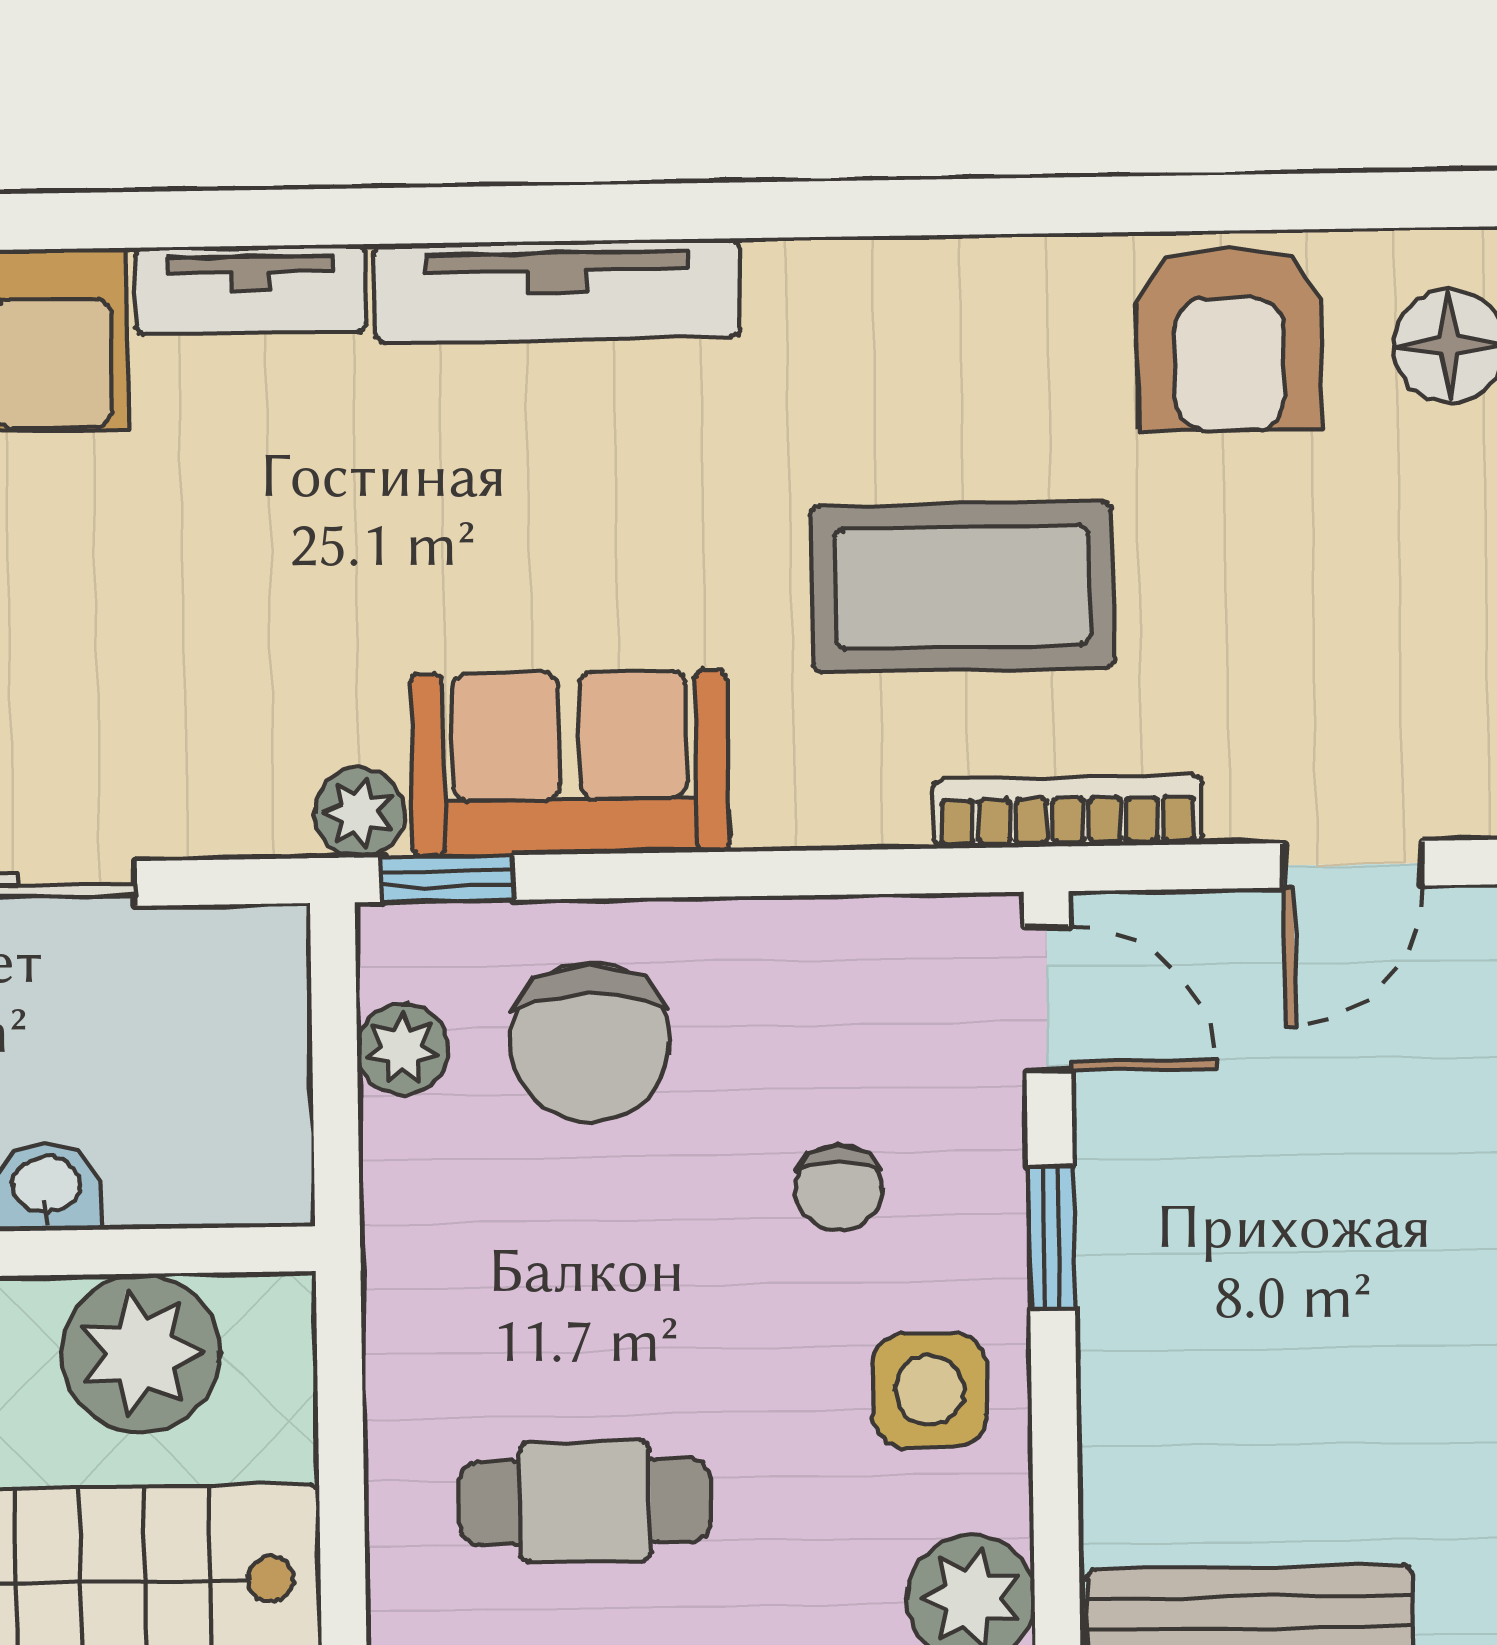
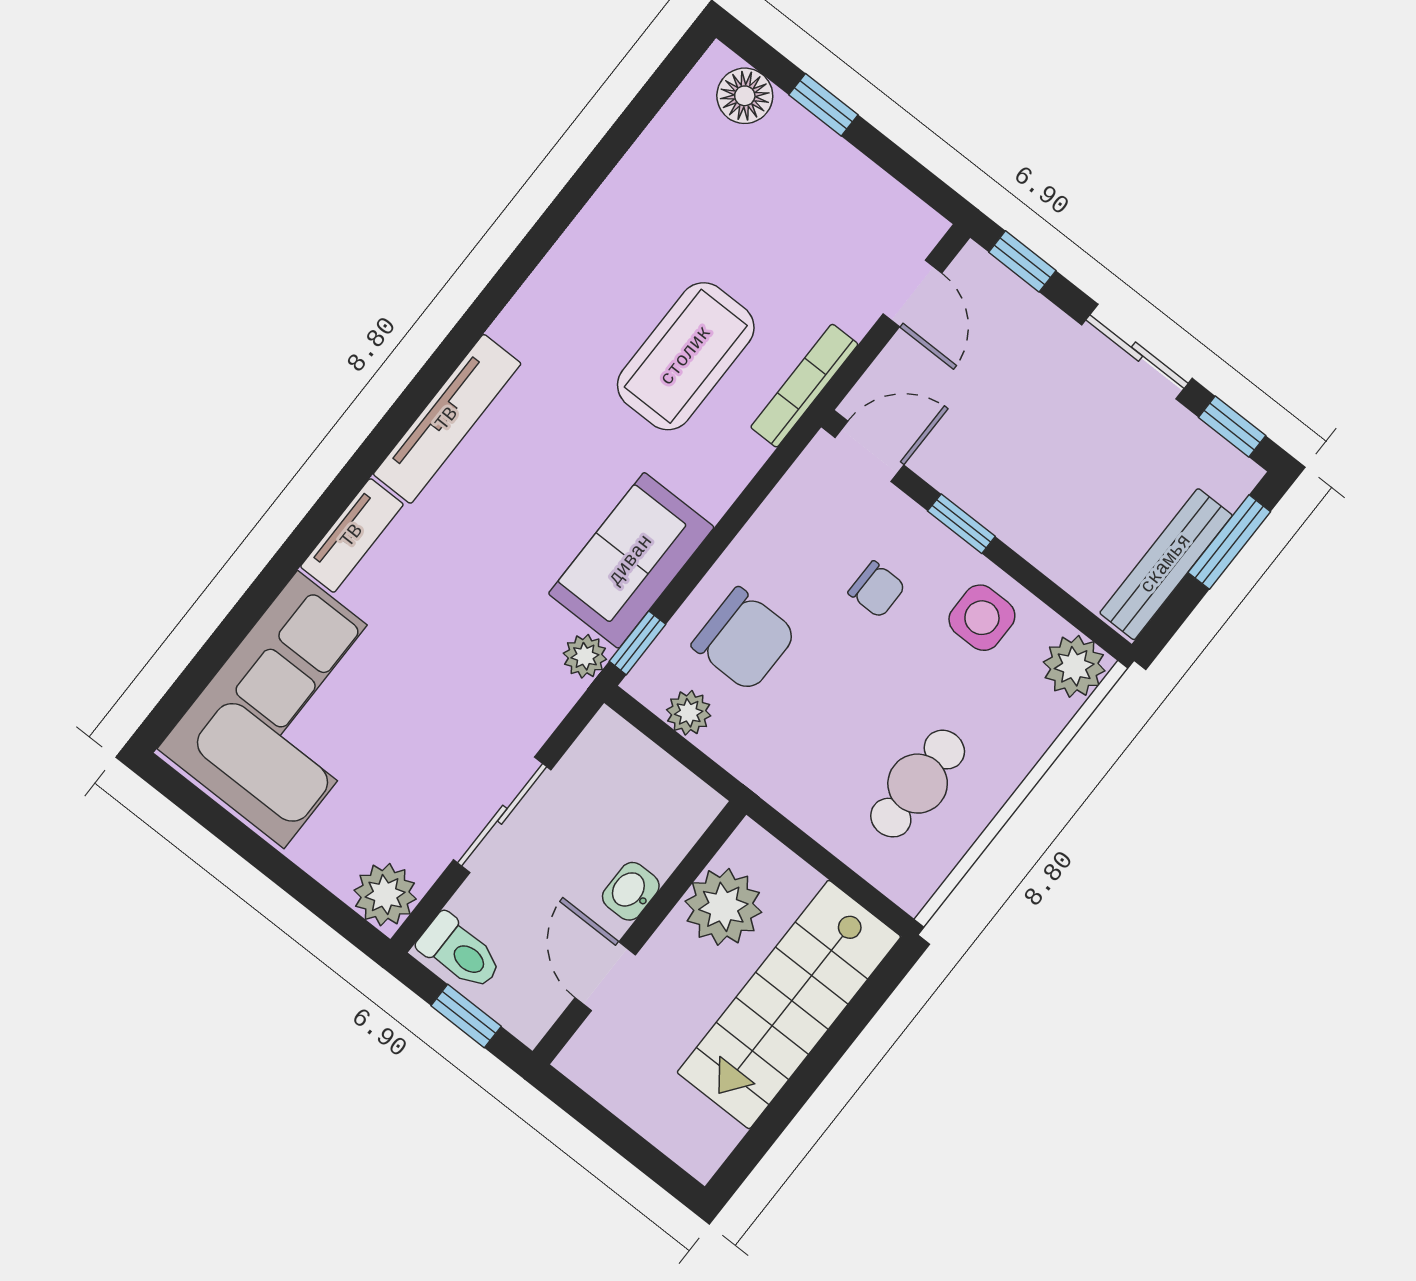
armchair: (1229, 339) -> (674, 177), removed

